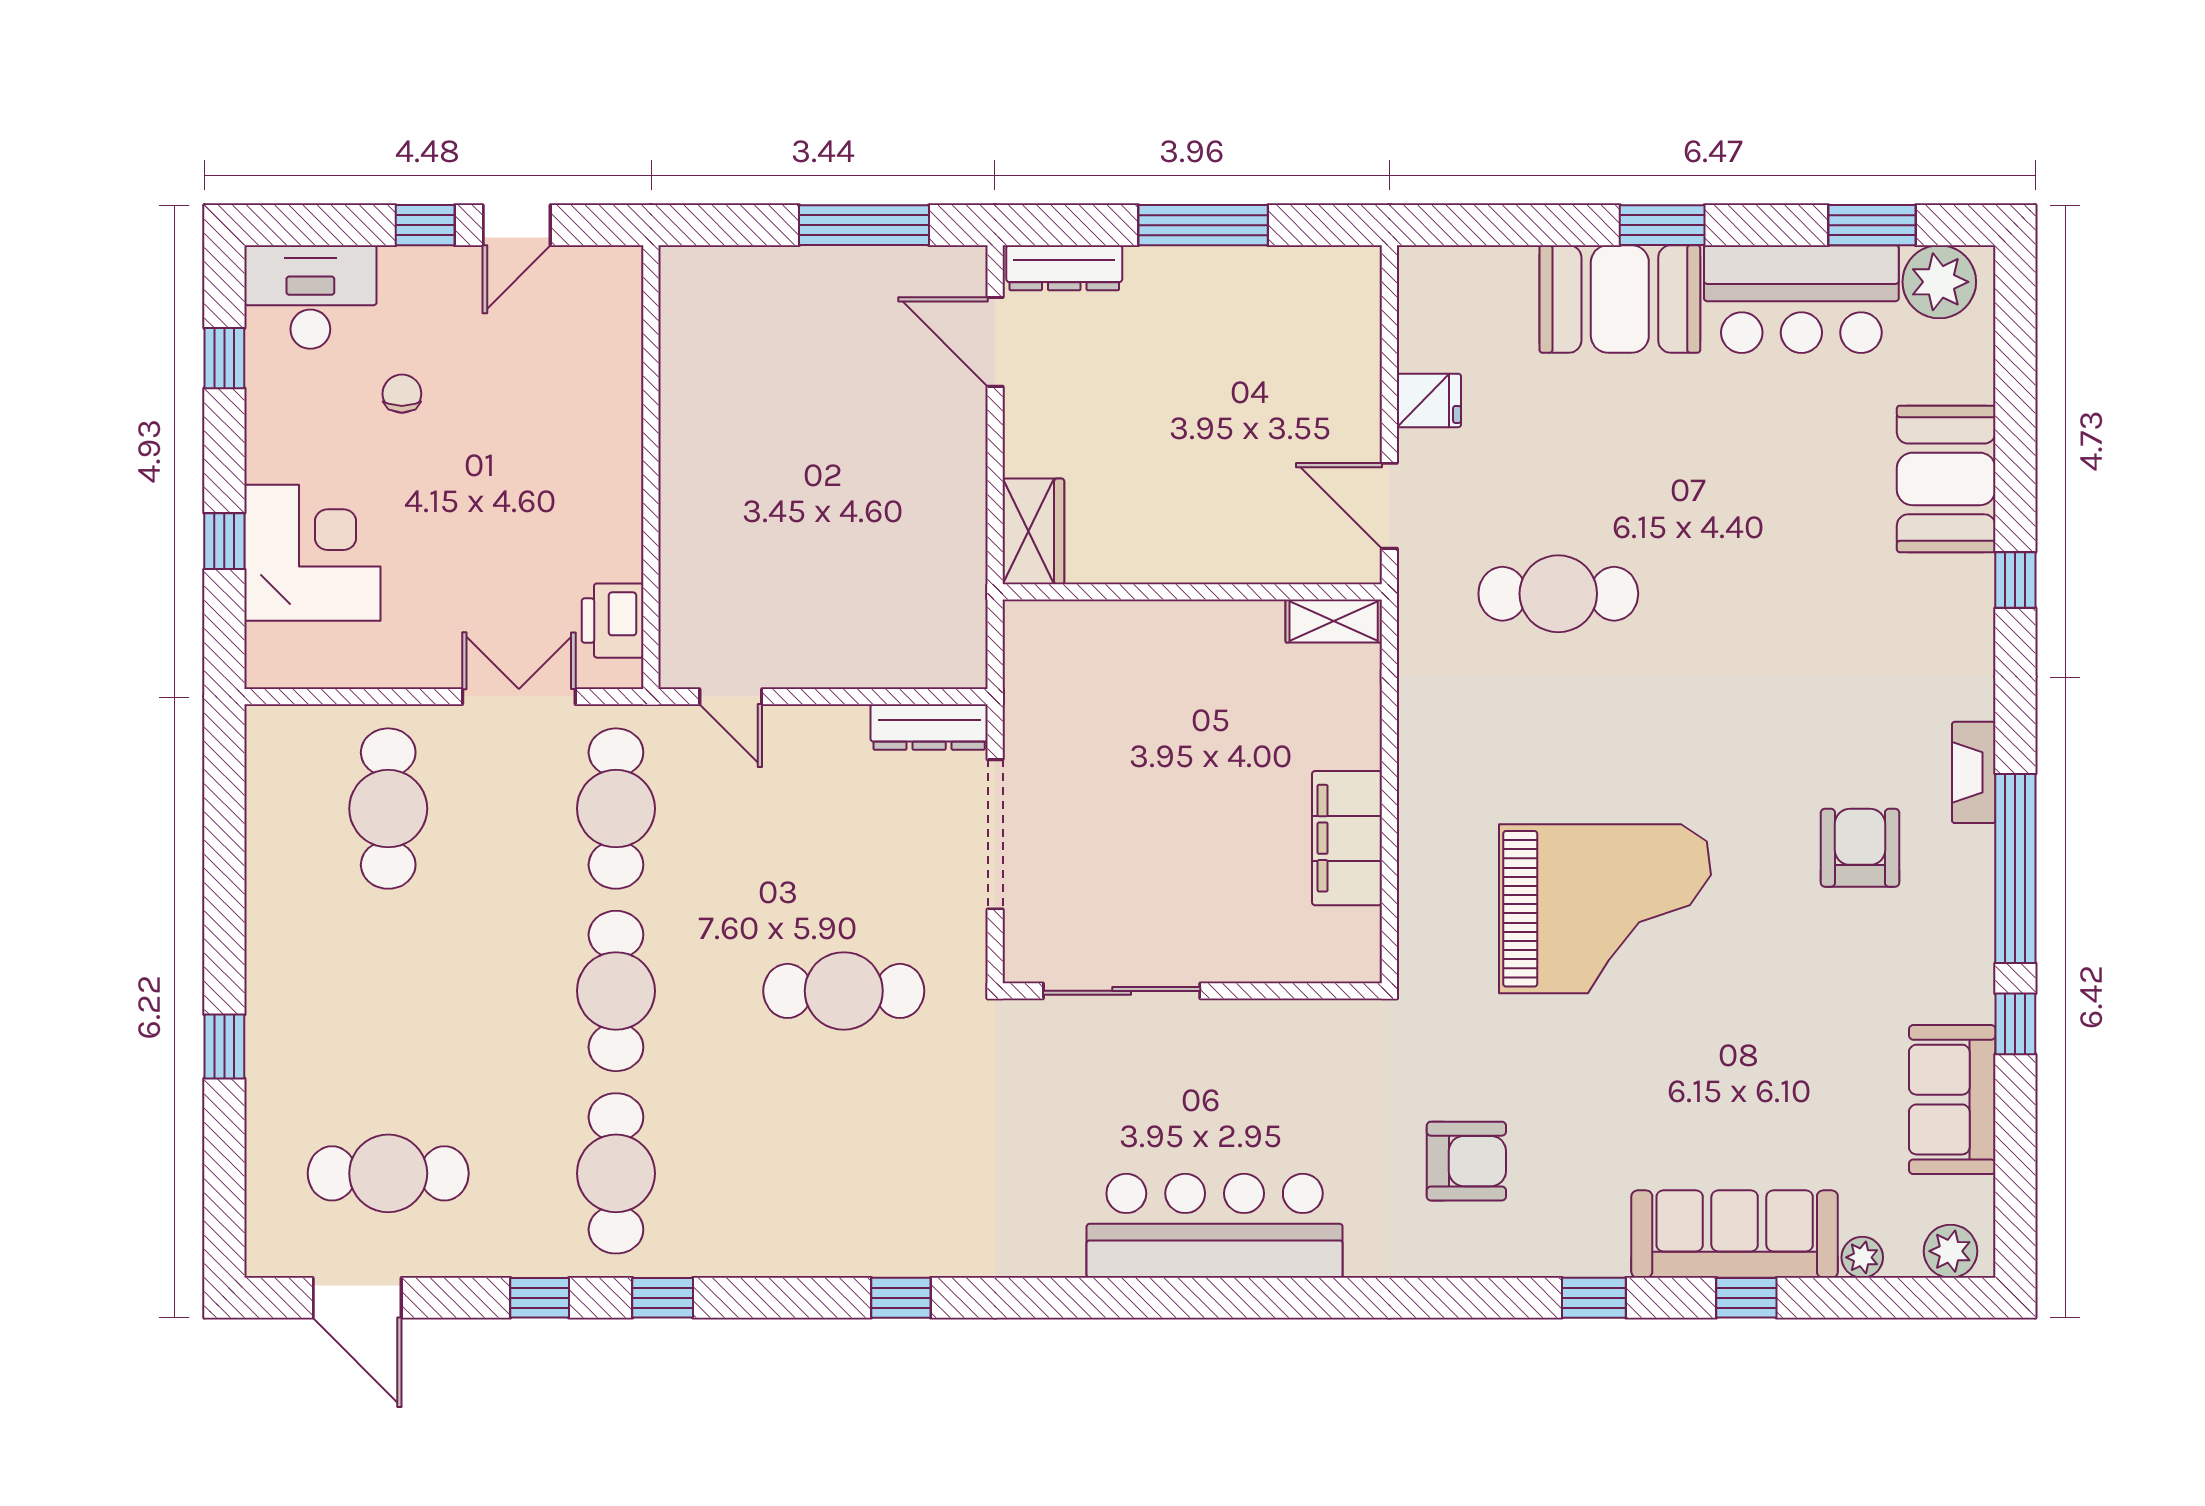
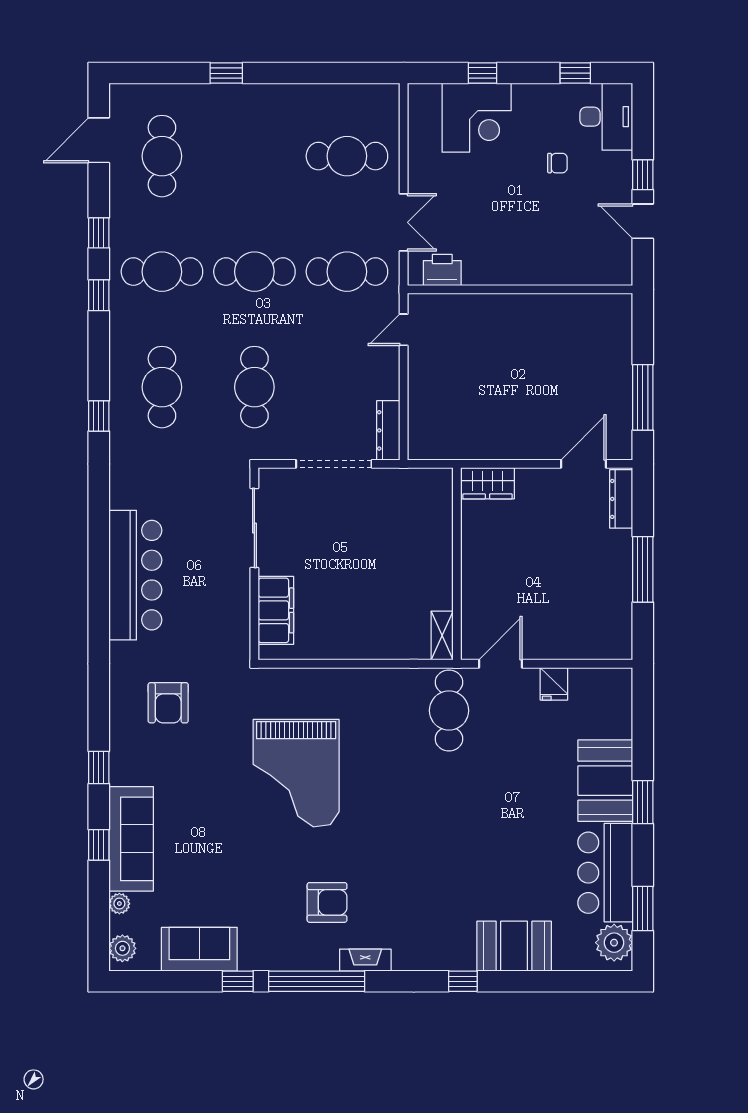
cafe table: (1558, 594) -> (449, 711), moved
filing cabinet: (1347, 838) -> (276, 610), moved, turned 90
cafe table: (844, 1173) -> (162, 387), added

